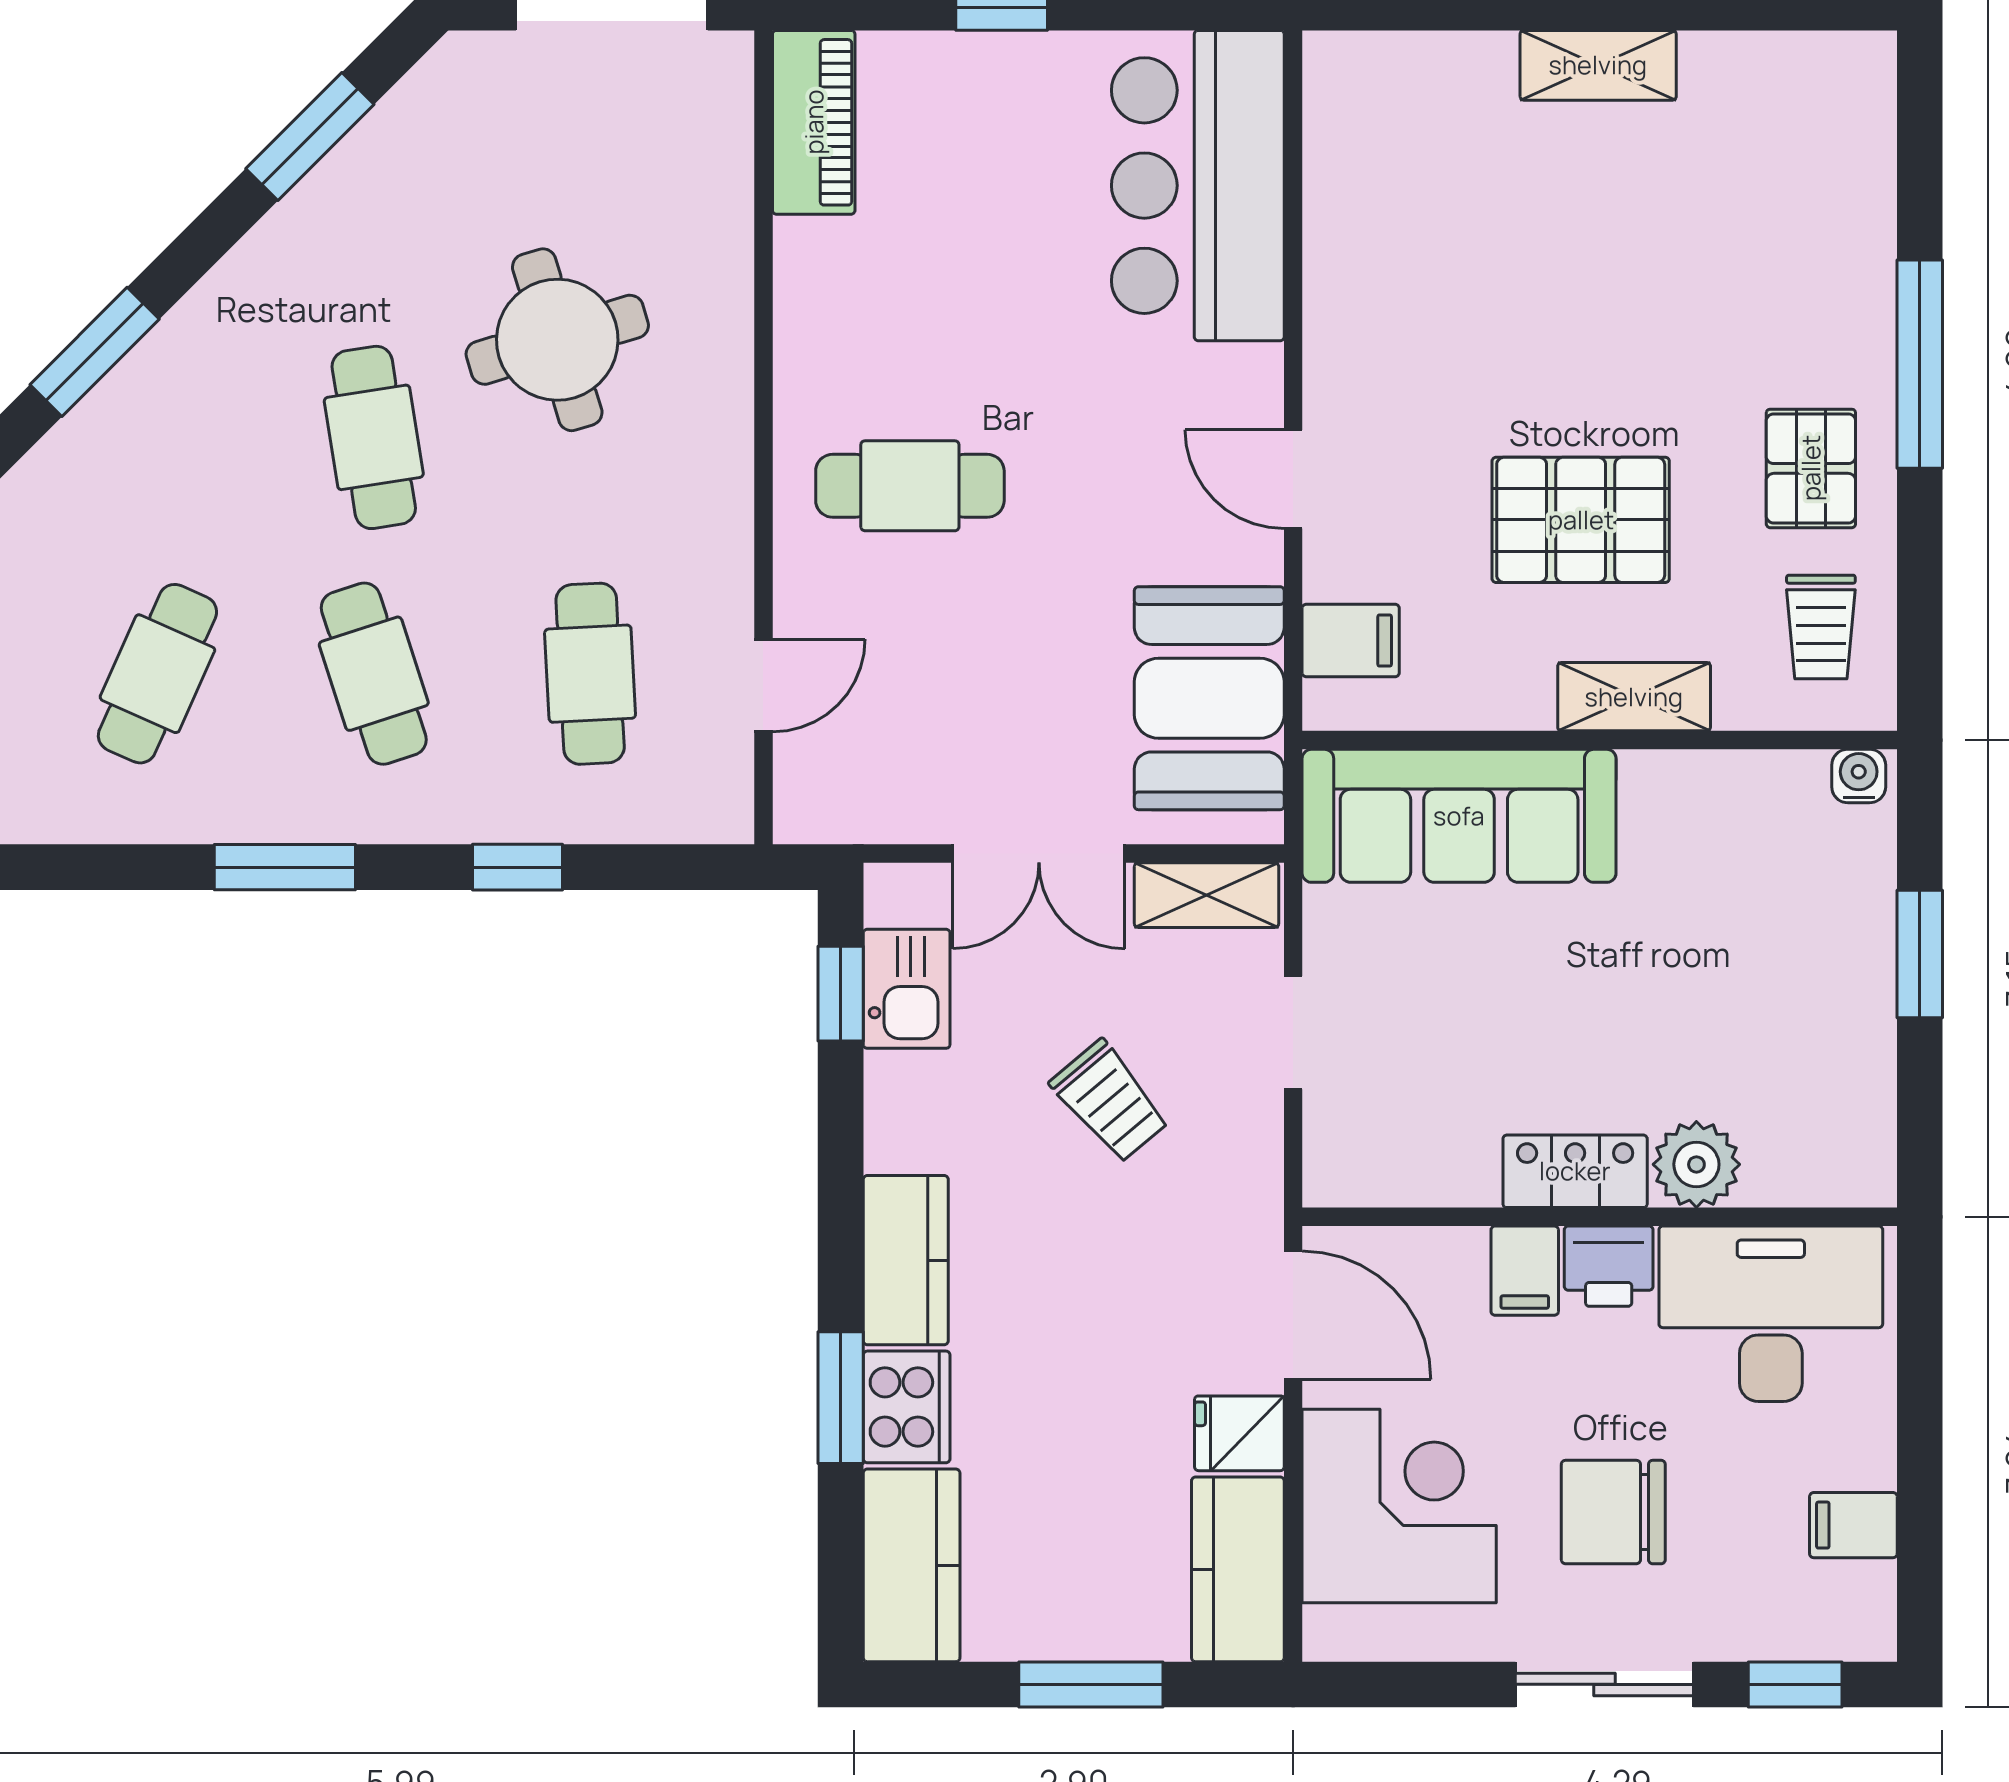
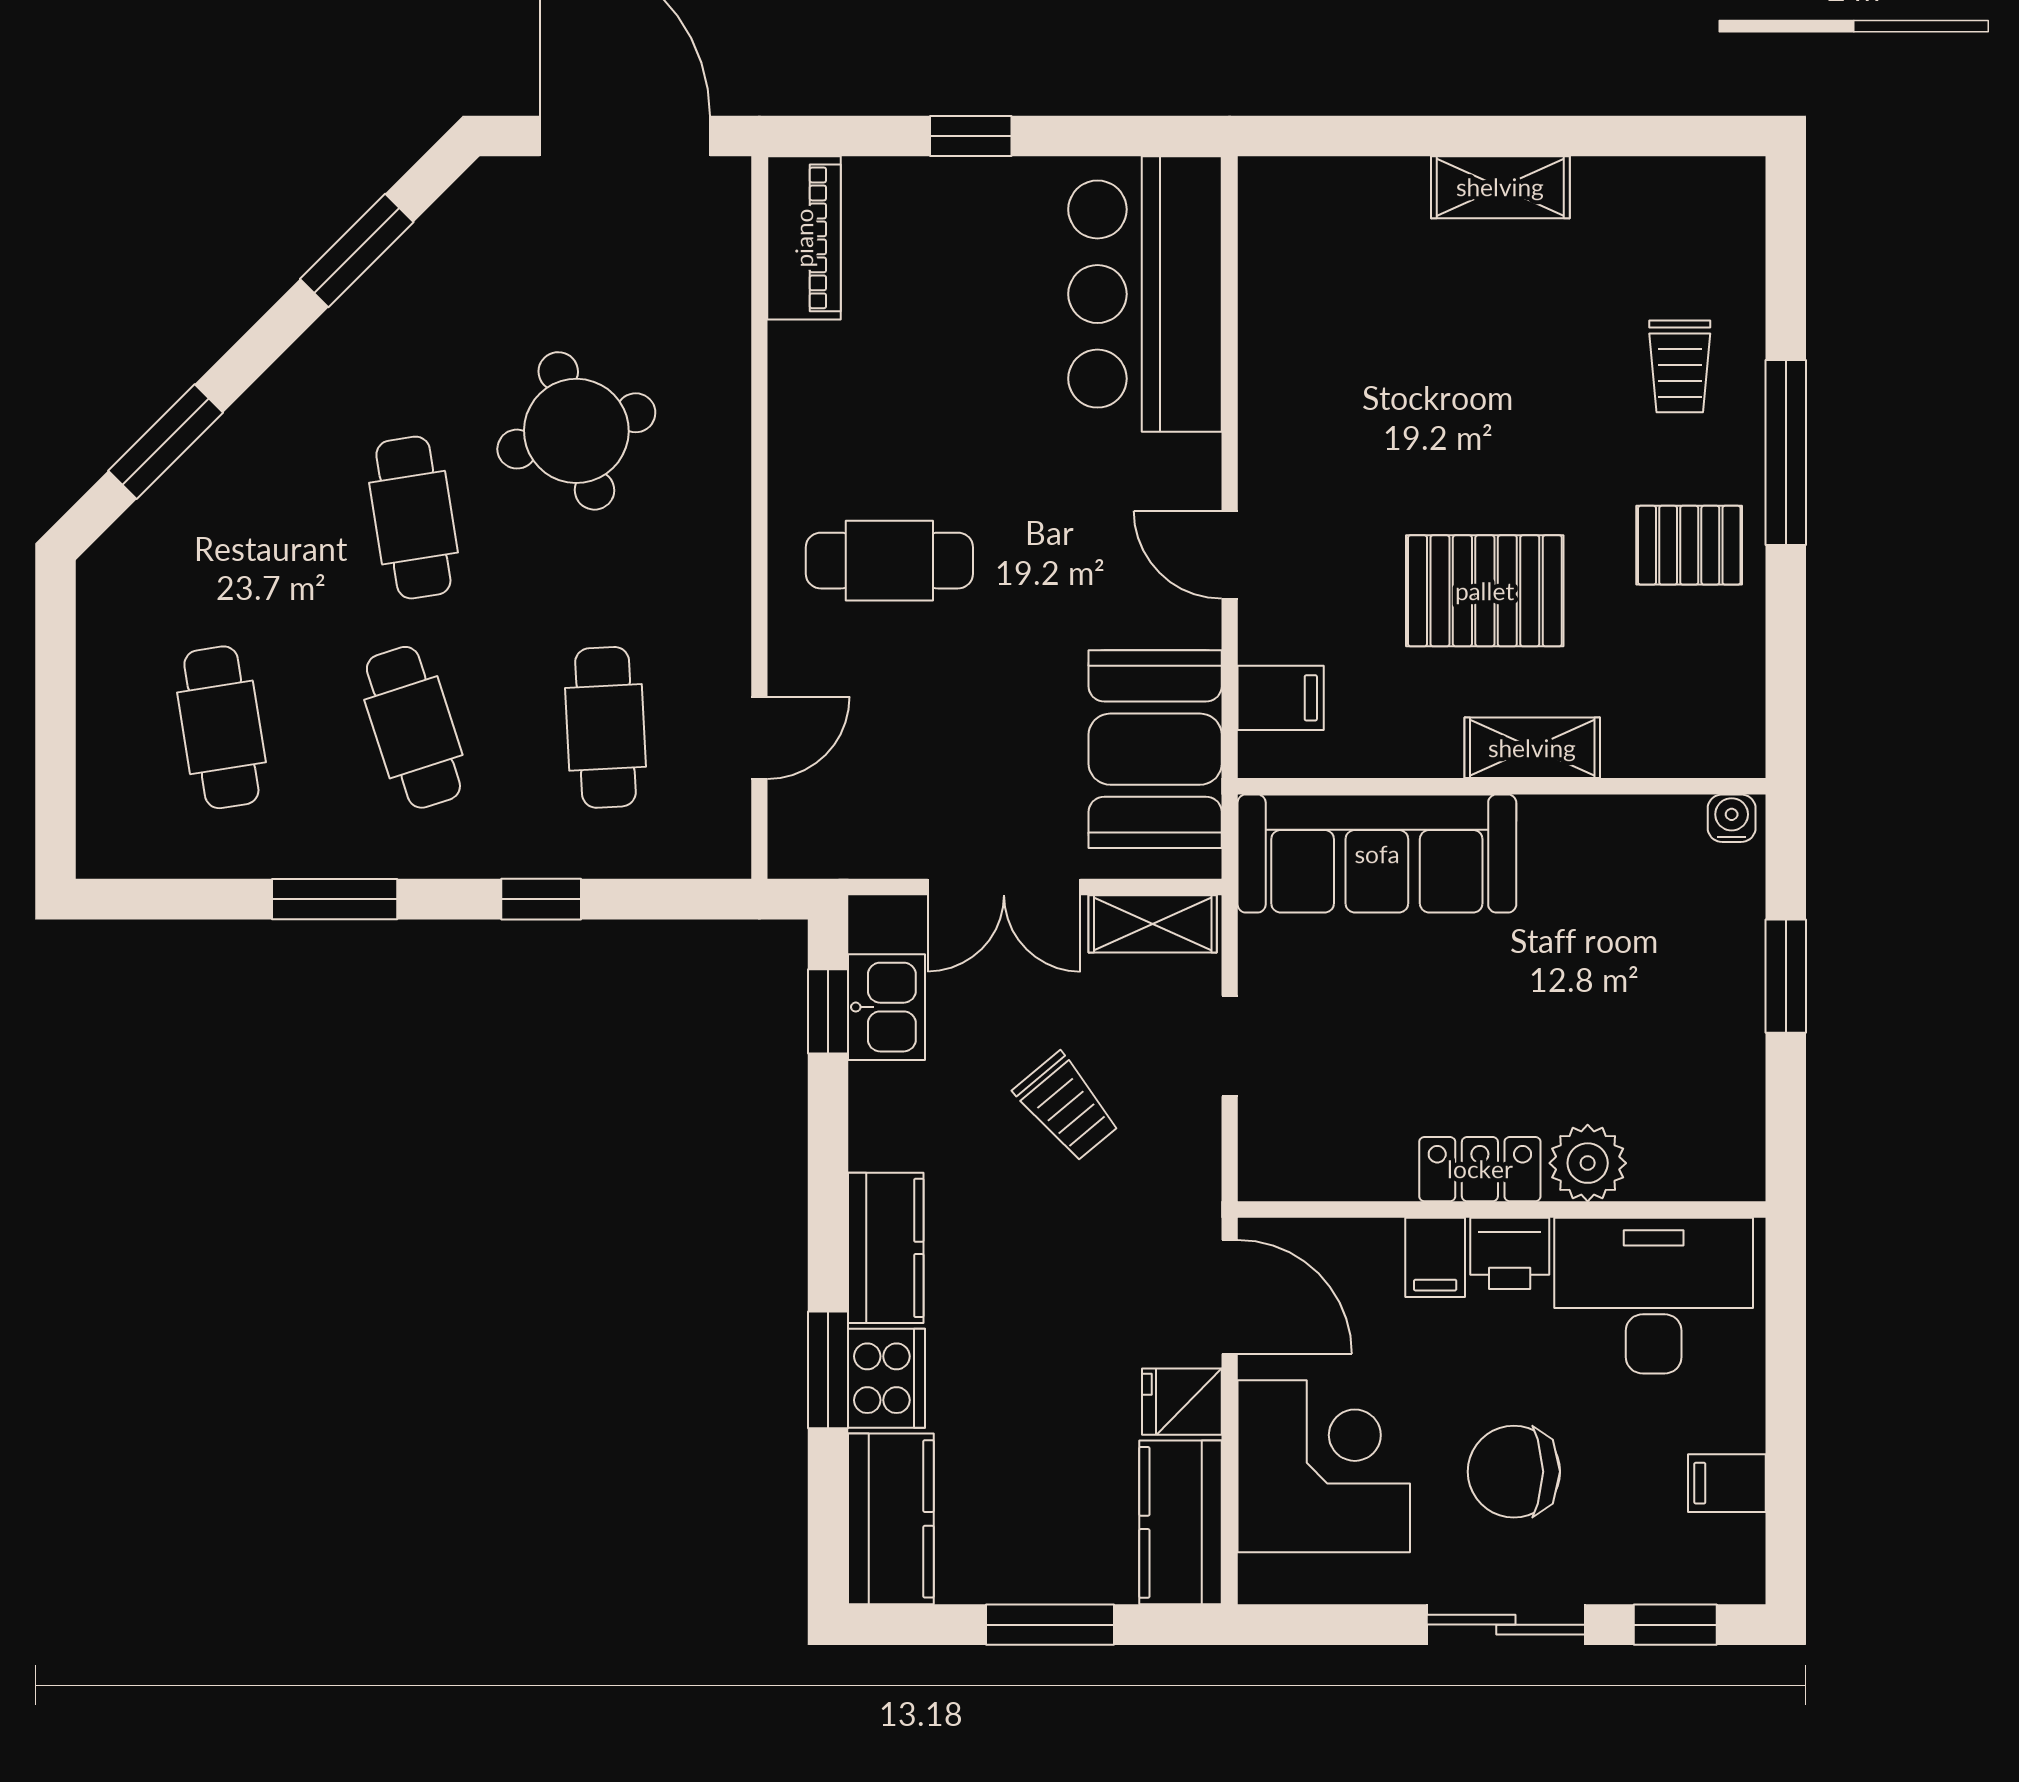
pallet: (1811, 468) -> (1689, 545), turned 90
trolley: (1821, 627) -> (1680, 366), moved
cafe table: (157, 674) -> (221, 727), turned -33

